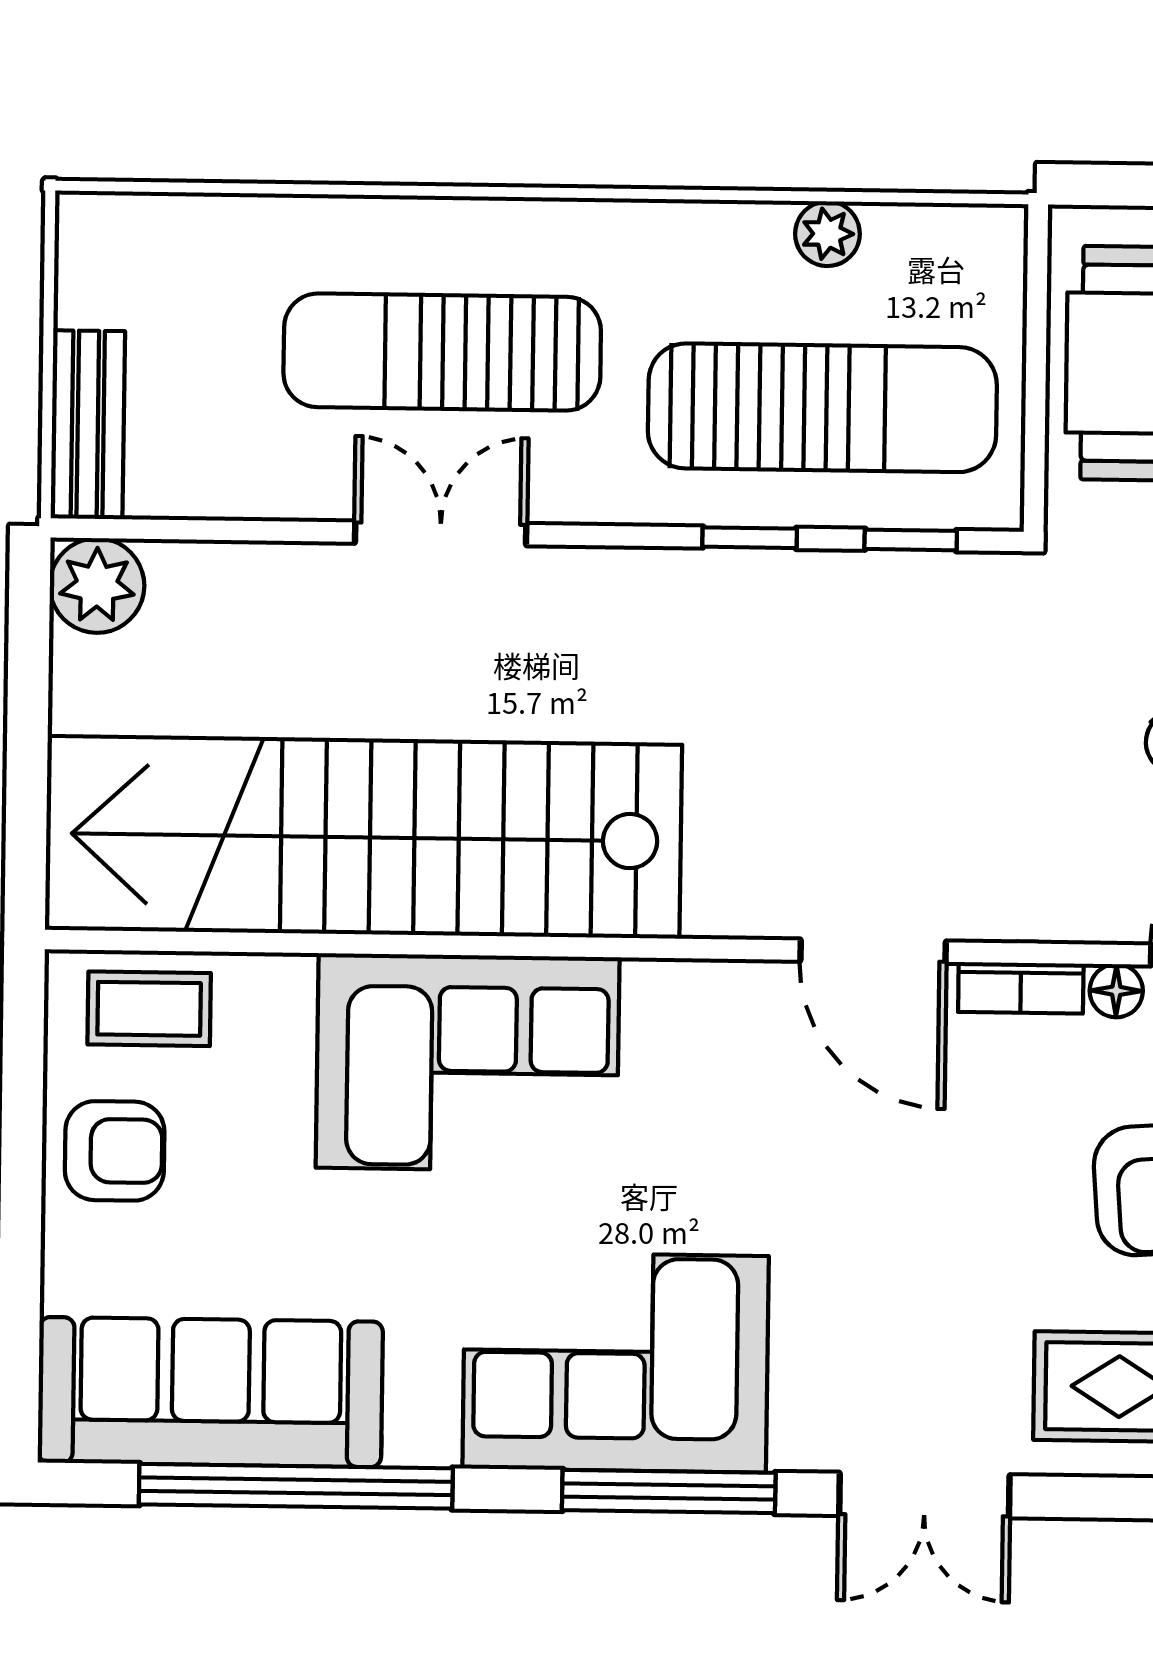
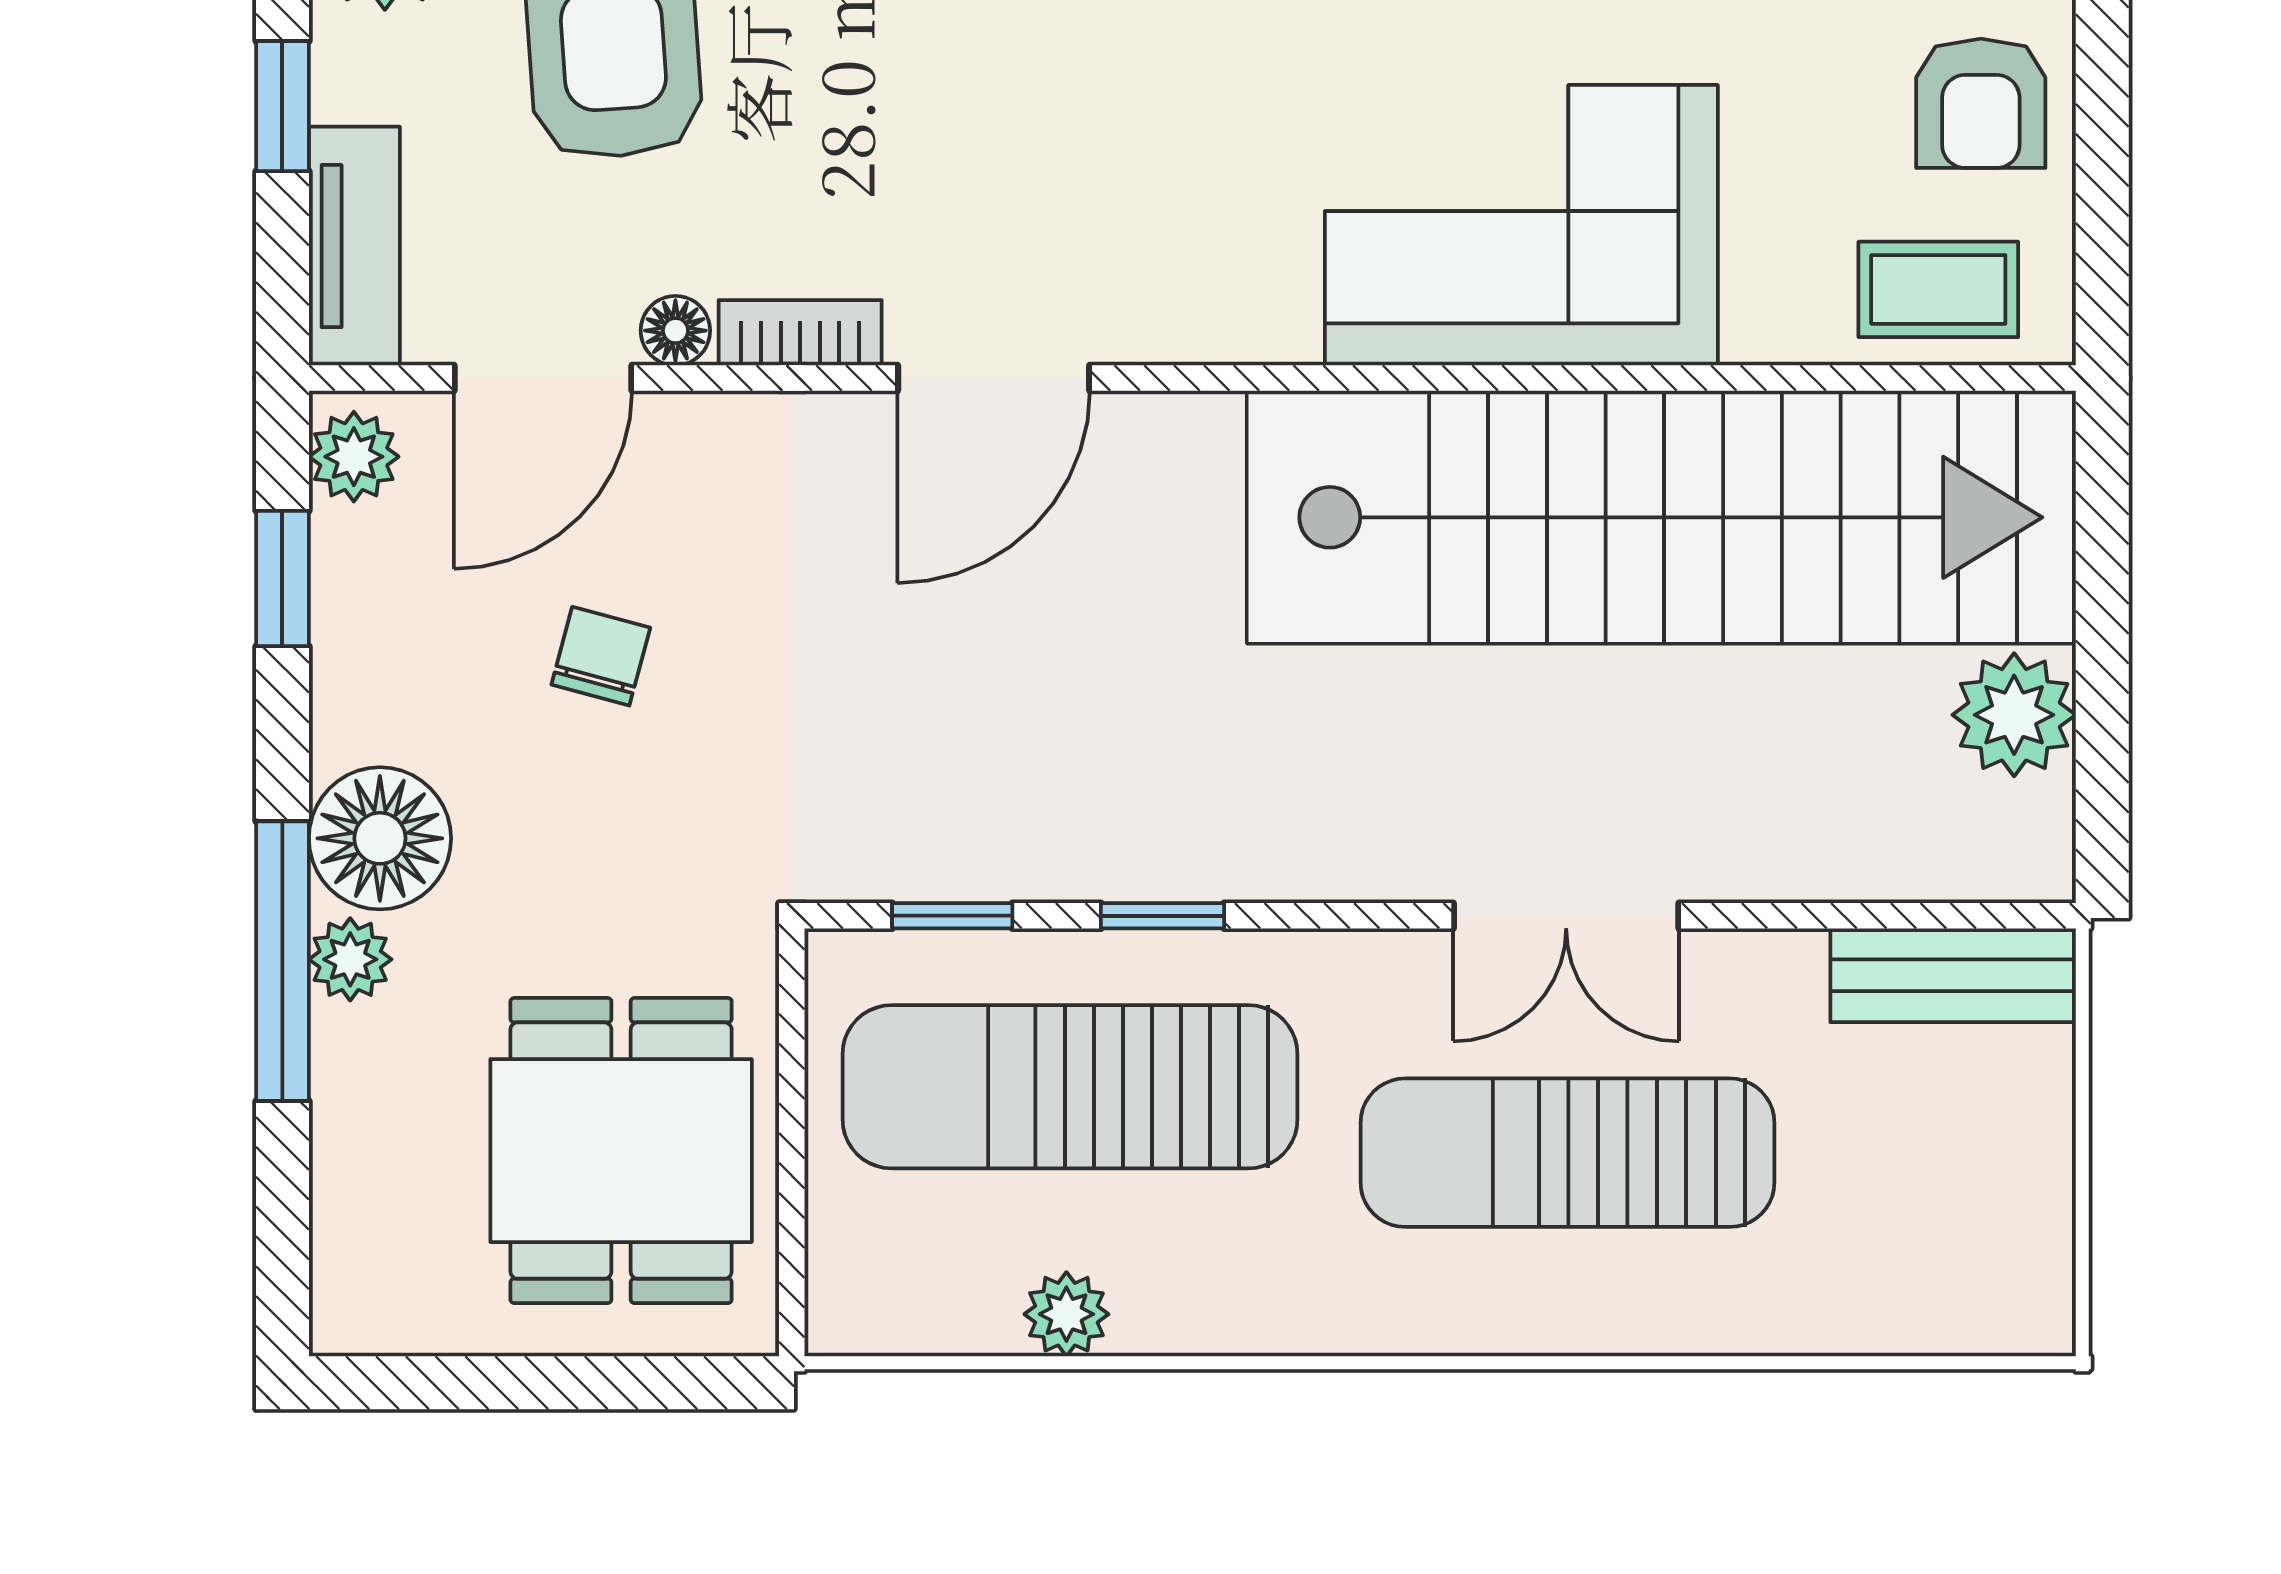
sun lounger: (442, 352) -> (1567, 1153), turned 180
bench: (88, 425) -> (1953, 975), moved, turned 90
plant: (97, 586) -> (2014, 715), moved
door: (873, 951) -> (994, 378), swing flipped
armchair: (115, 1151) -> (1981, 103), turned -90

